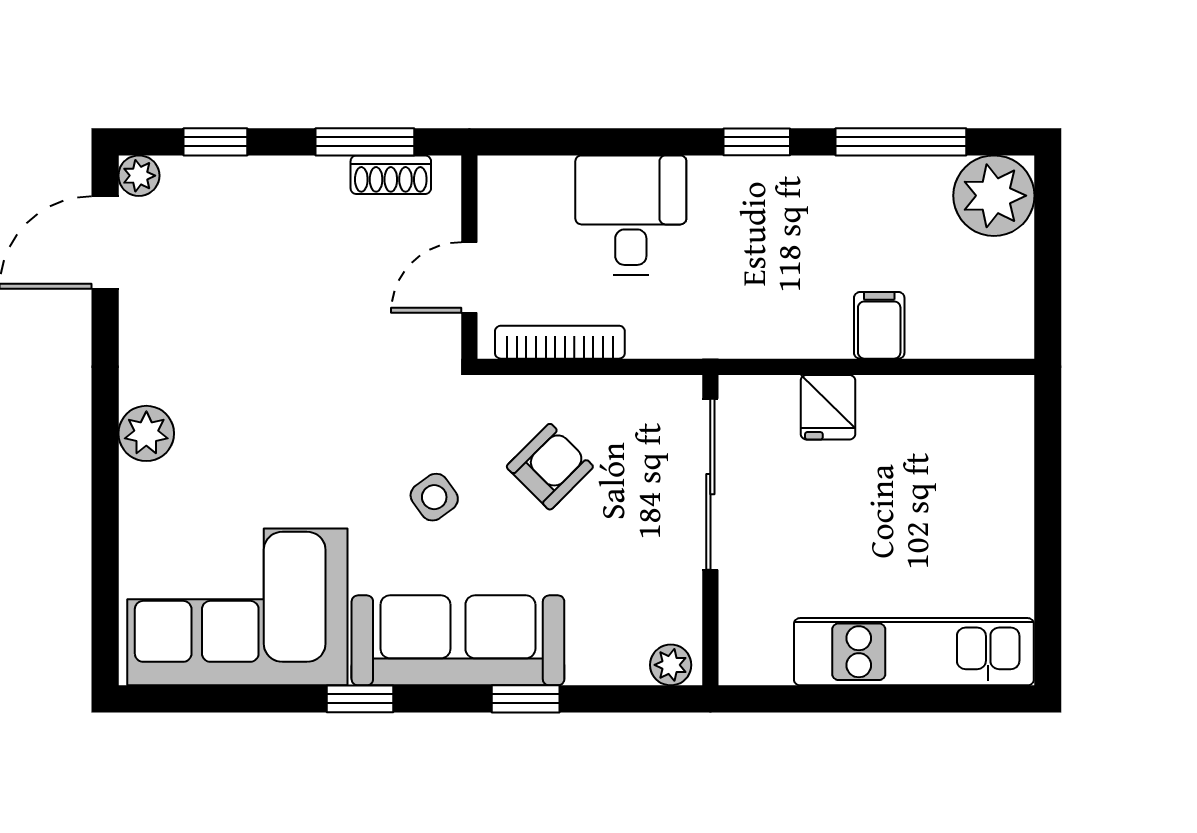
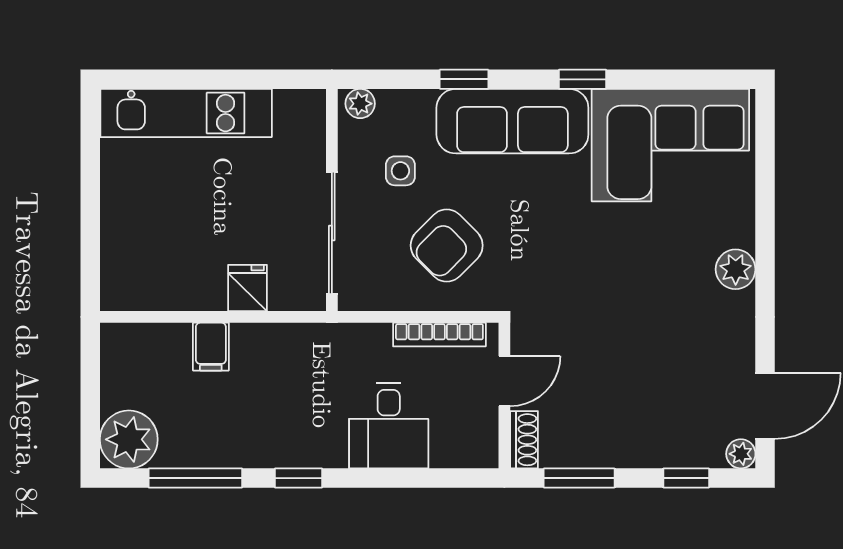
shoe rack: (391, 175) -> (524, 440), moved, turned 90
armchair: (550, 467) -> (447, 245), width x1.38, depth x1.38
side table: (434, 497) -> (400, 171), moved, turned 36

